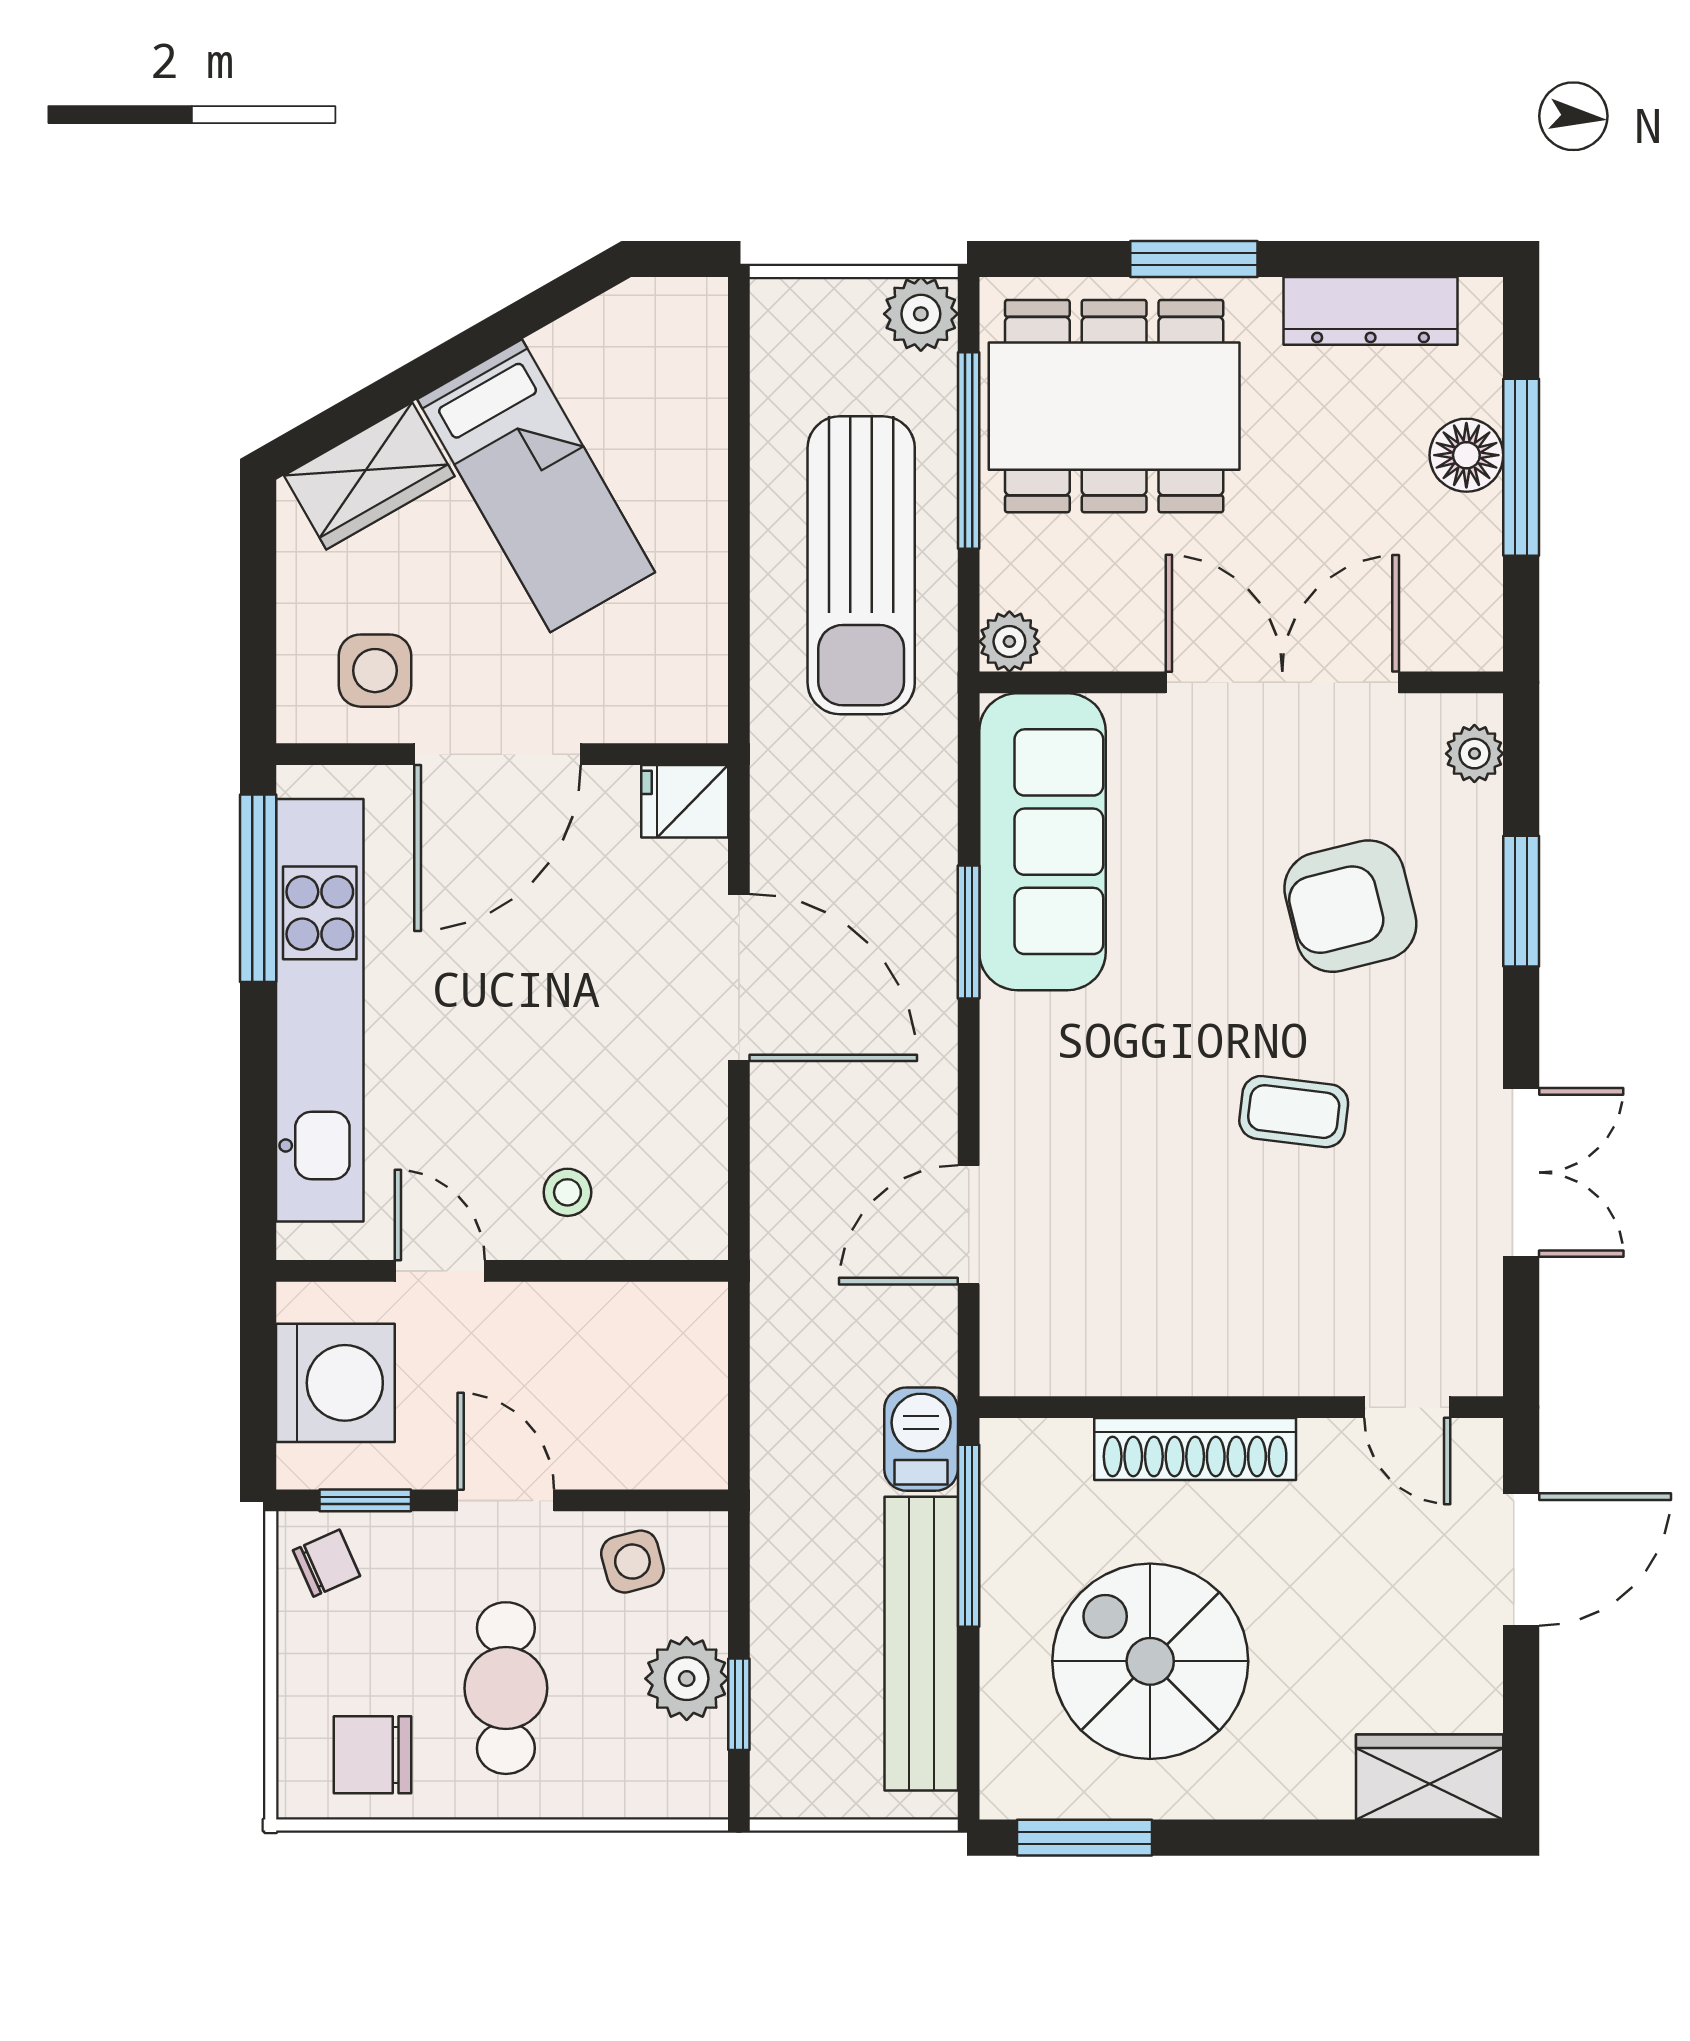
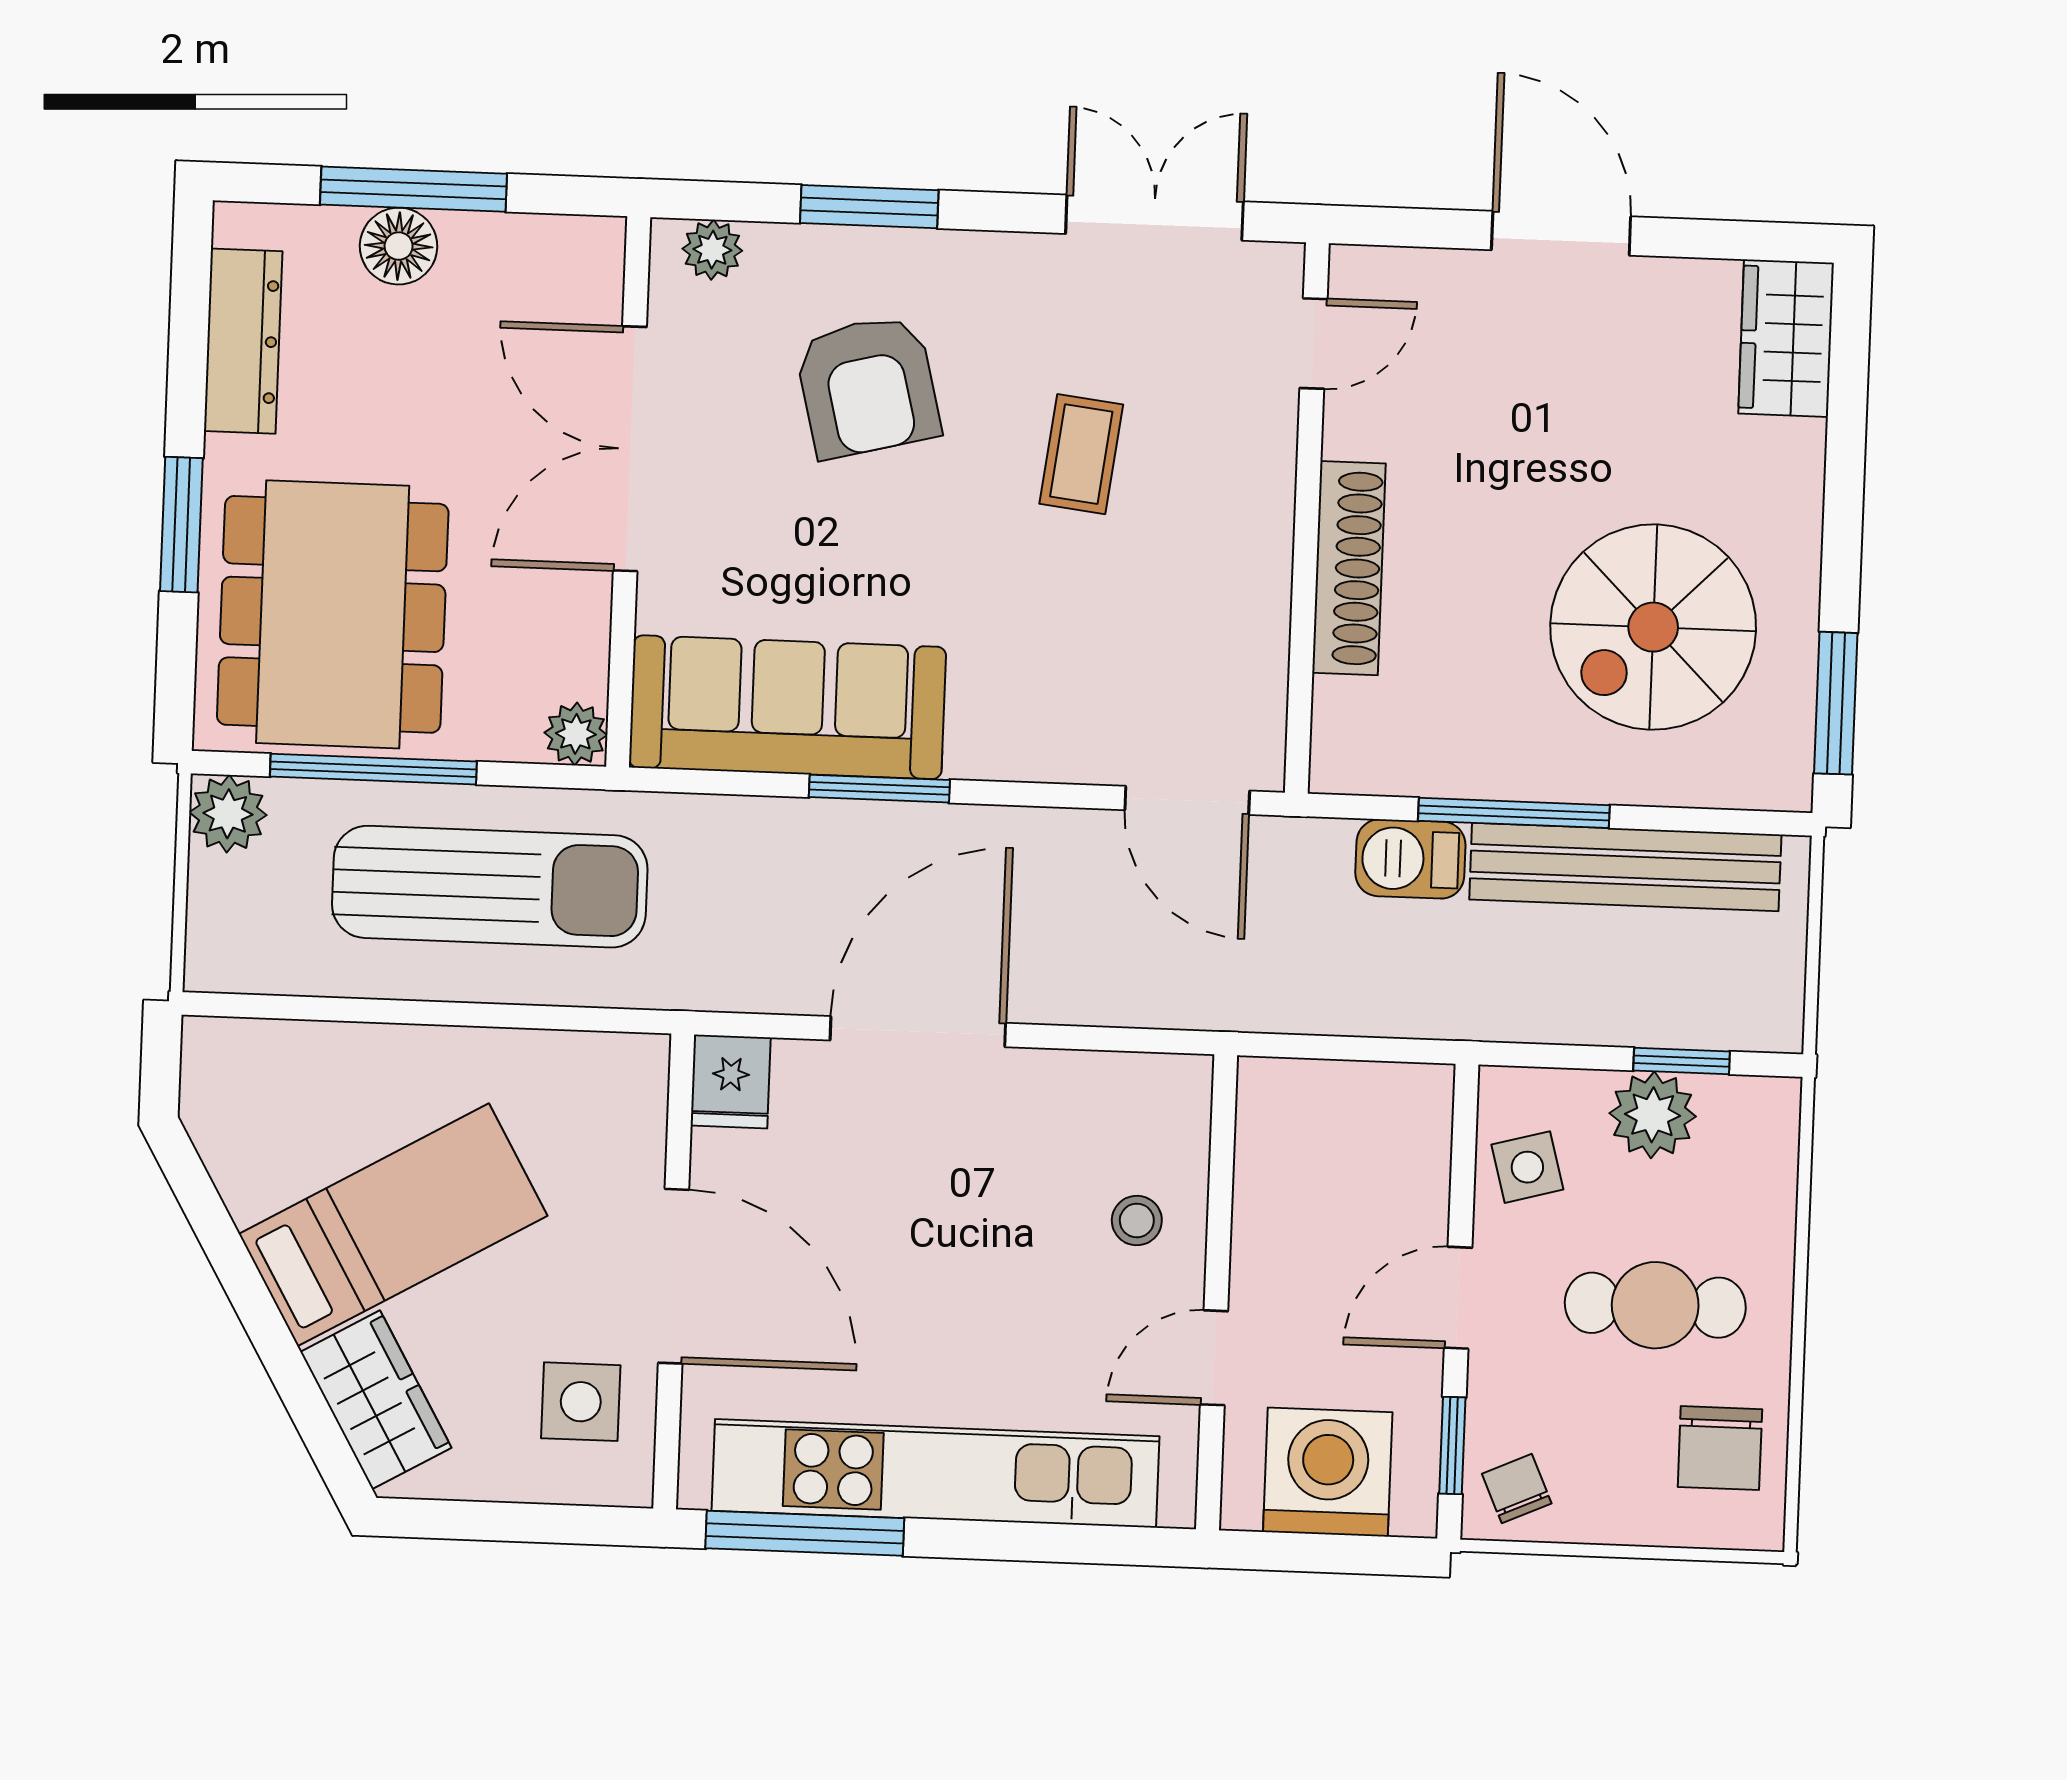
wall: (1241, 1407) -> (1307, 518), moved
door: (1407, 1407) -> (1313, 343), moved
shoe rack: (1195, 1449) -> (1349, 568), moved

